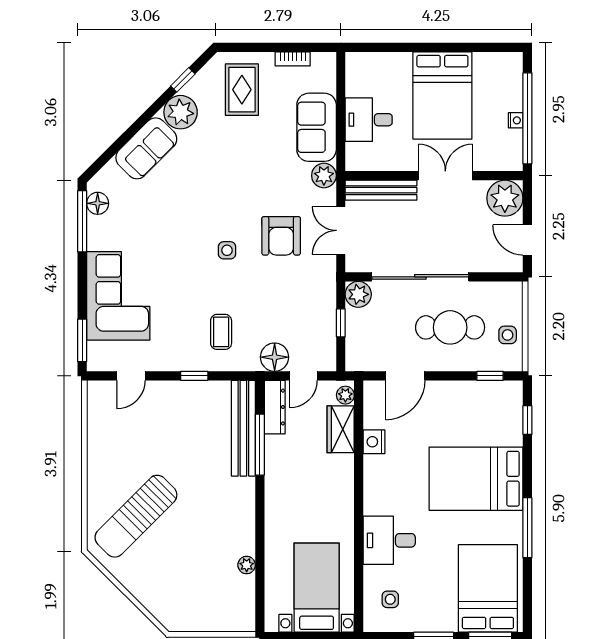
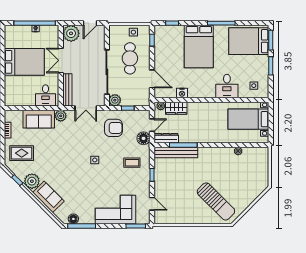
desk: (369, 120) -> (46, 95), moved
armchair: (281, 236) -> (113, 128), moved
door: (304, 376) -> (152, 125), hinge flipped

